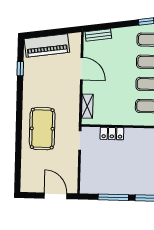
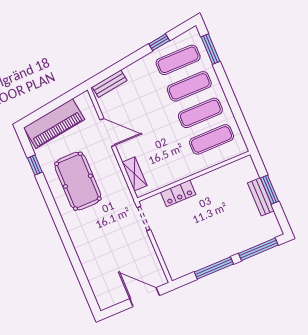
pool table: (42, 129) -> (78, 181), moved

